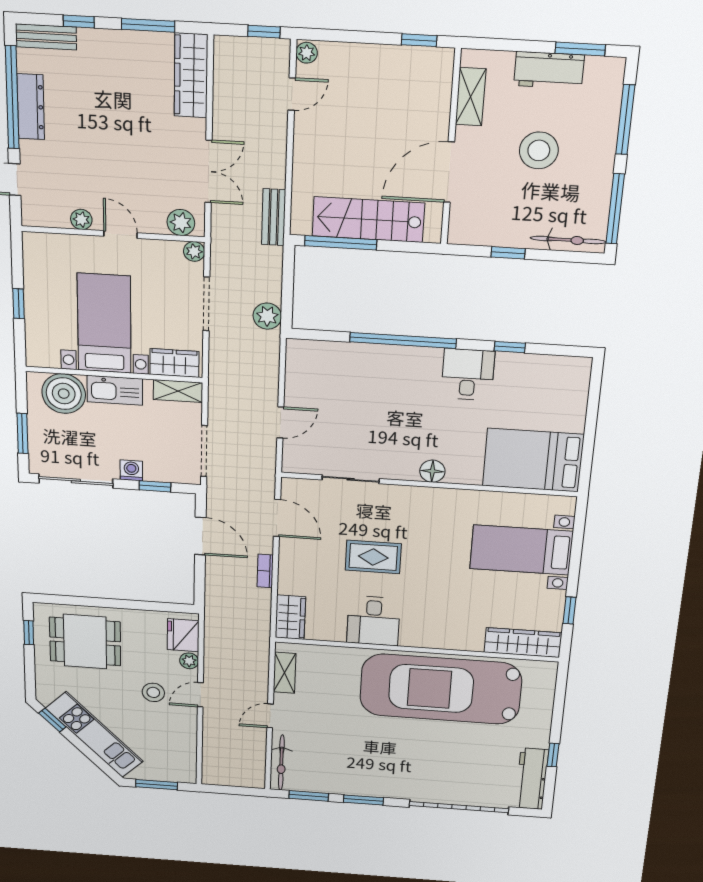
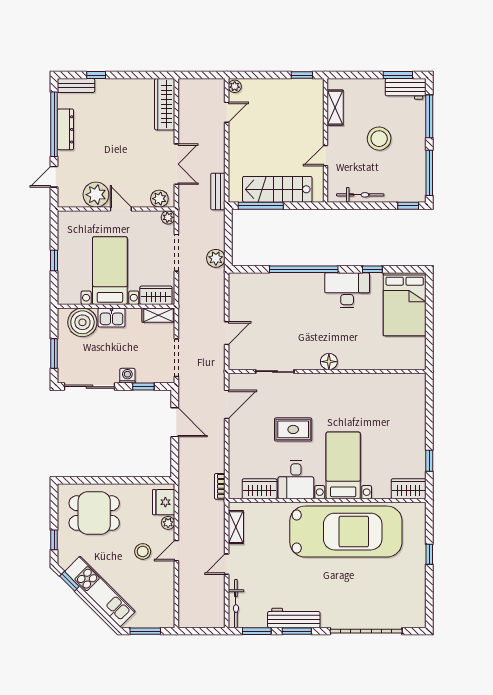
window: (148, 25) -> (138, 75), removed
window: (264, 32) -> (209, 75), removed
workbench: (549, 70) -> (406, 89), moved
door: (449, 172) -> (325, 156), width x0.53
plant: (81, 219) -> (96, 195), width x1.88, depth x1.88
bicycle: (568, 240) -> (360, 195), moved
window: (508, 253) -> (408, 206), moved
desk: (468, 374) -> (347, 290), width x1.37
kitchen sink: (115, 390) -> (112, 317), width x0.73
bed: (533, 460) -> (405, 304), moved, turned -90
door: (277, 518) -> (227, 404), hinge flipped
bed with nightstands: (521, 550) -> (343, 465), moved, turned 90
bookcase: (265, 571) -> (220, 486), moved
wardrobe: (290, 617) -> (260, 489), moved, turned -90
window: (29, 633) -> (54, 540), moved
wardrobe: (523, 643) -> (409, 489), width x0.67
car: (441, 689) -> (346, 532), turned 180
window: (553, 755) -> (429, 554), moved
workbench: (532, 779) -> (294, 618), moved, turned 90

